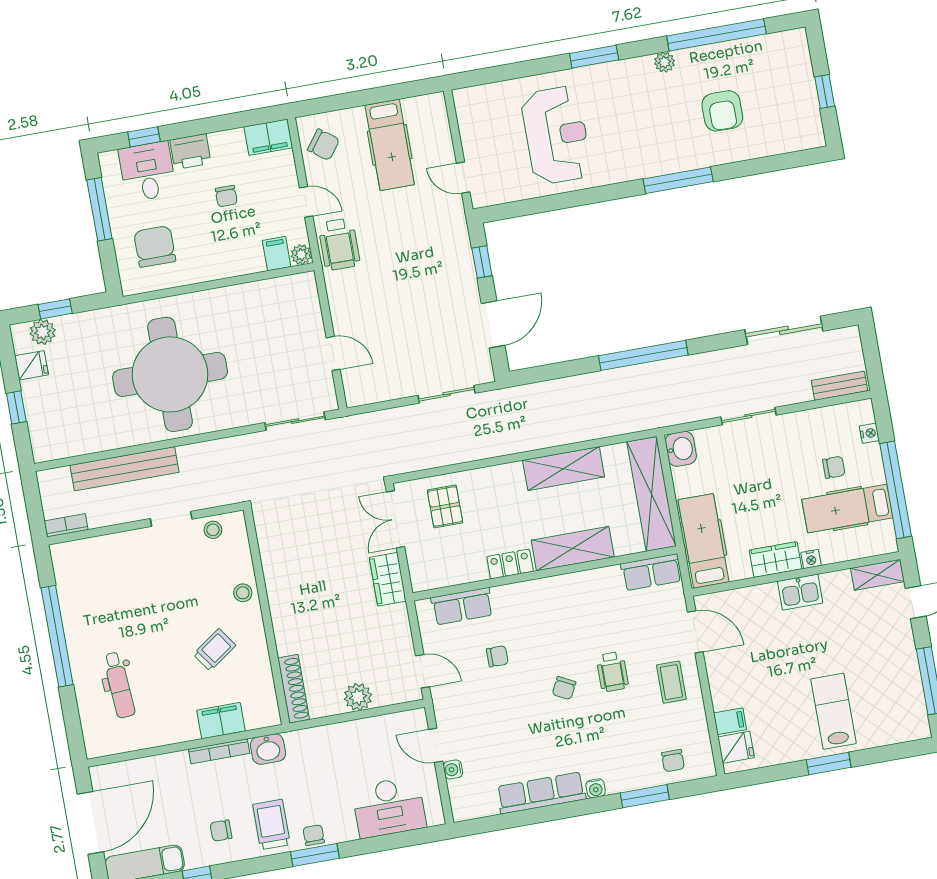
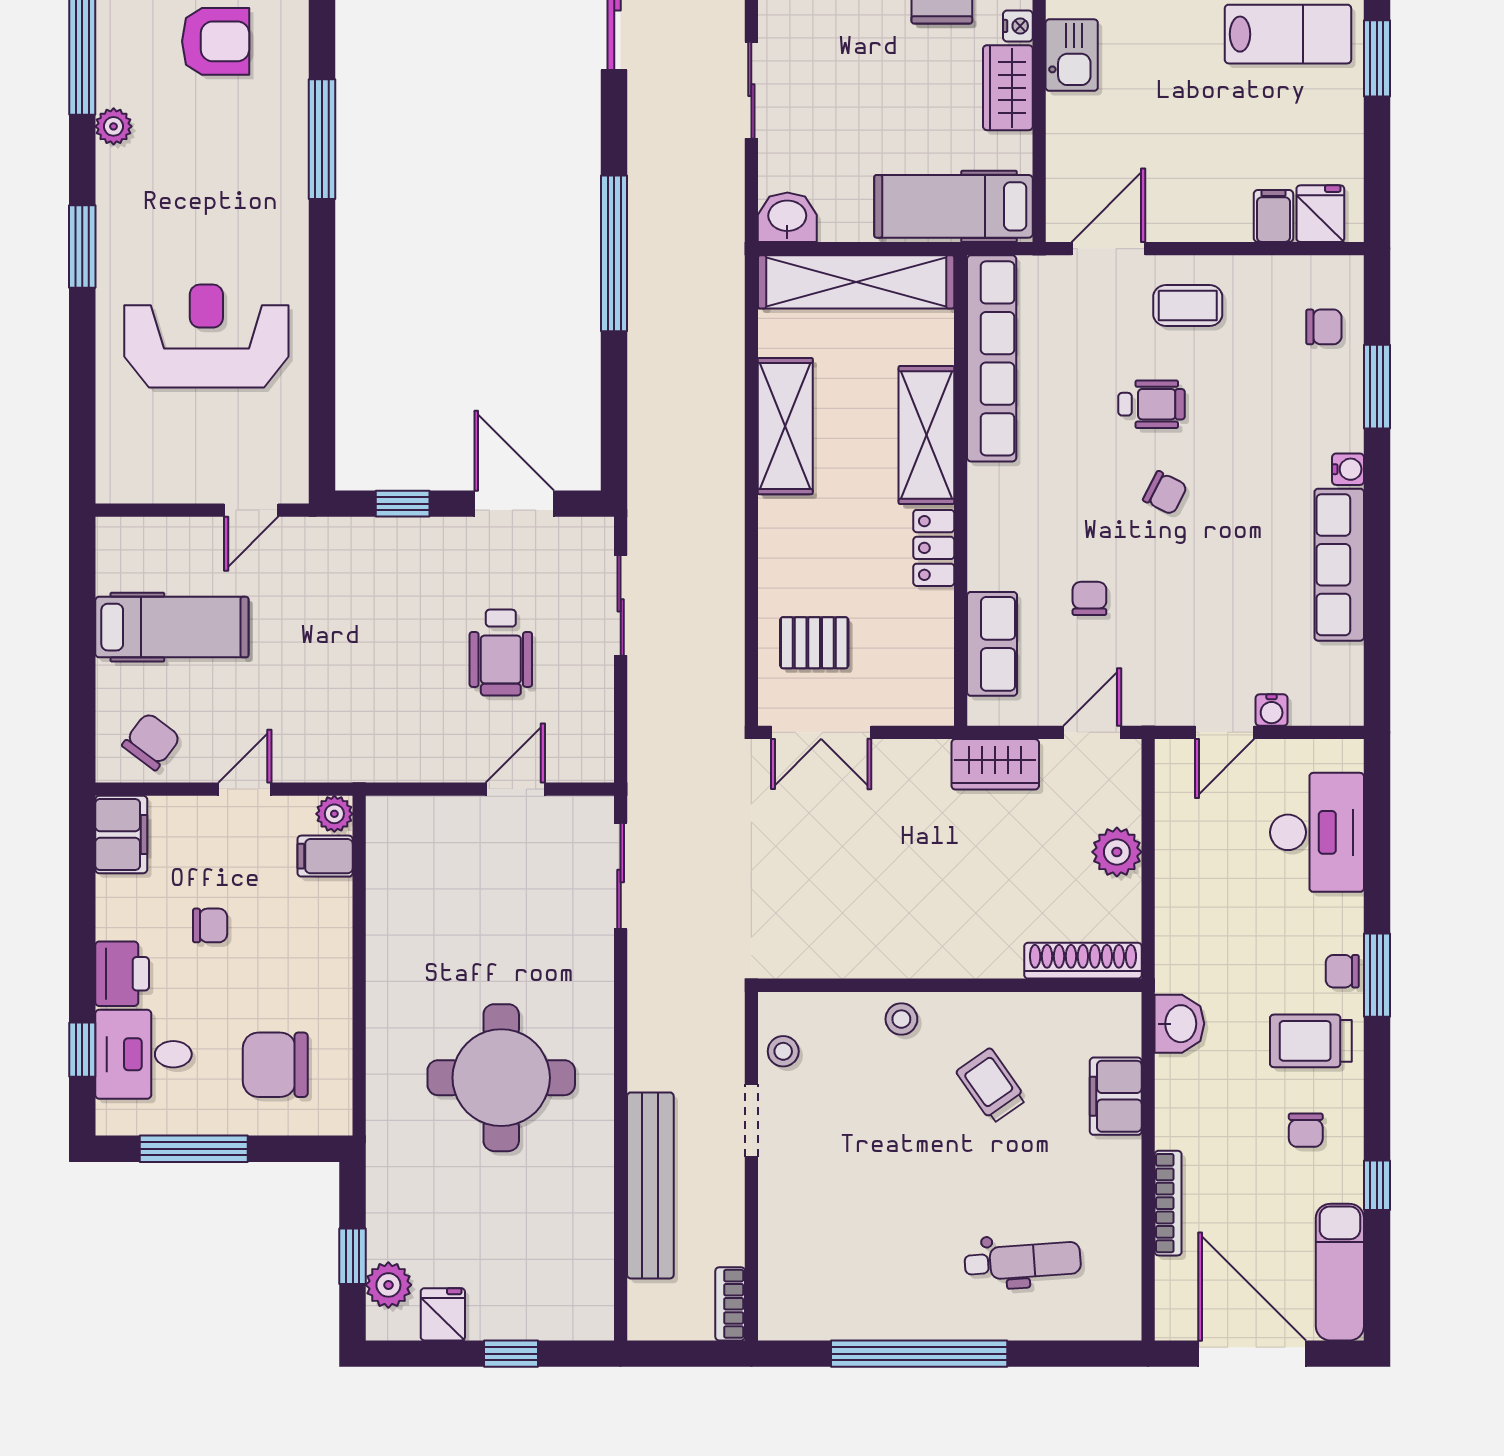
wheelchair: (339, 244) -> (501, 653), moved, turned 90
round table: (170, 374) -> (501, 1078), width x0.73, depth x0.73
row of seats: (651, 572) -> (992, 358), width x2.02
wardrobe: (388, 579) -> (995, 764), moved
lab bench: (833, 711) -> (1288, 34), turned 180
bookcase: (219, 751) -> (1168, 1203), moved

